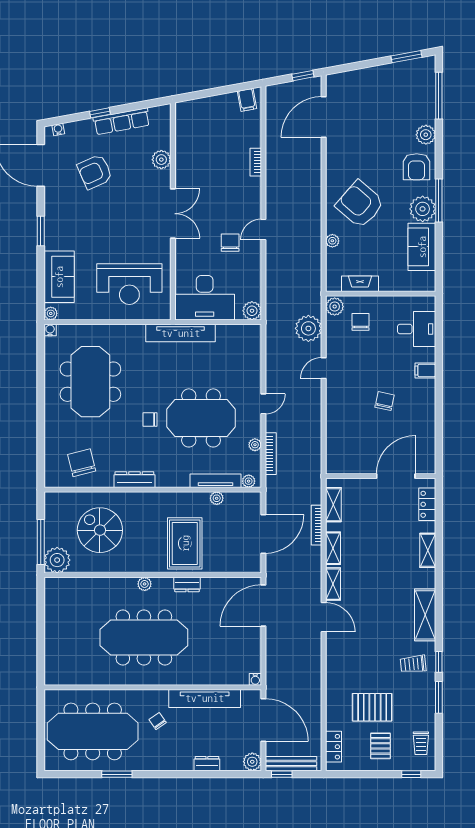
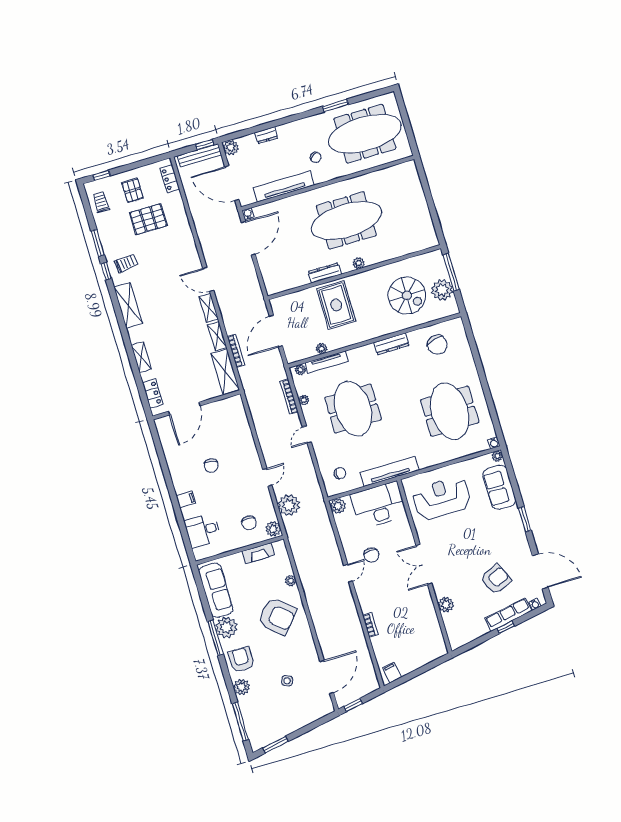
row of seats: (122, 121) -> (508, 615), moved
side table: (371, 126) -> (287, 681), added
sofa: (422, 247) -> (216, 590), width x1.36
meeting table: (201, 418) -> (353, 409), turned 90
chair: (150, 420) -> (340, 473), moved
shelving: (333, 505) -> (225, 372), width x1.50, depth x1.33
plant: (57, 560) -> (442, 290), moved
dresser: (187, 584) -> (325, 273), width x1.44
door: (263, 606) -> (248, 238), moved

